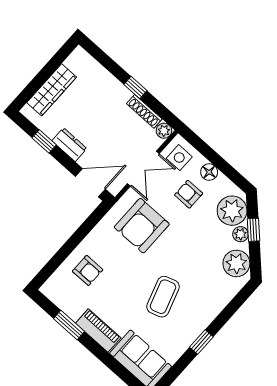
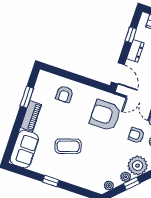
armchair: (189, 194) -> (136, 135), turned -90
plant: (236, 263) -> (109, 185), width x0.53, depth x0.53

